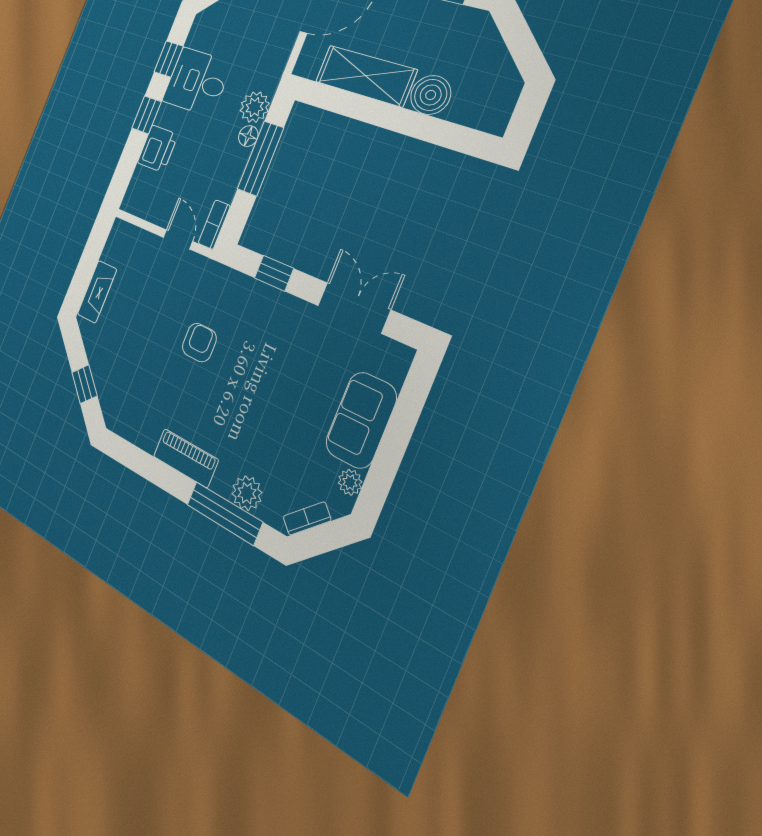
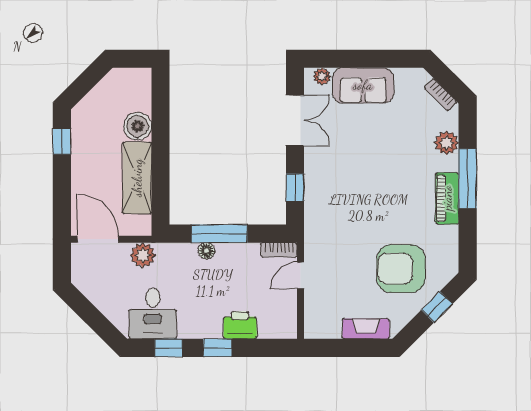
desk: (197, 82) -> (153, 313), moved
plant: (255, 107) -> (143, 255), moved
double door: (354, 308) -> (295, 120), swing flipped
armchair: (199, 343) -> (401, 269), moved, width x1.88, depth x1.88
plant: (350, 482) -> (322, 76), moved
window: (224, 513) -> (468, 179), moved

